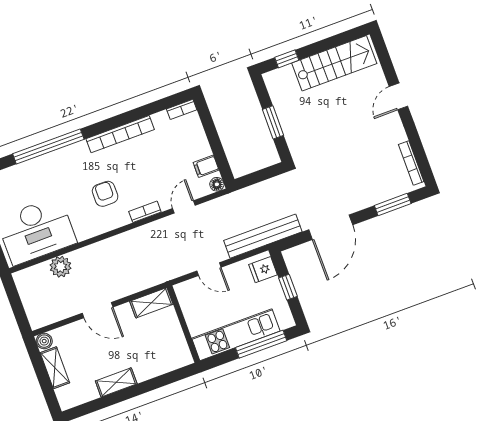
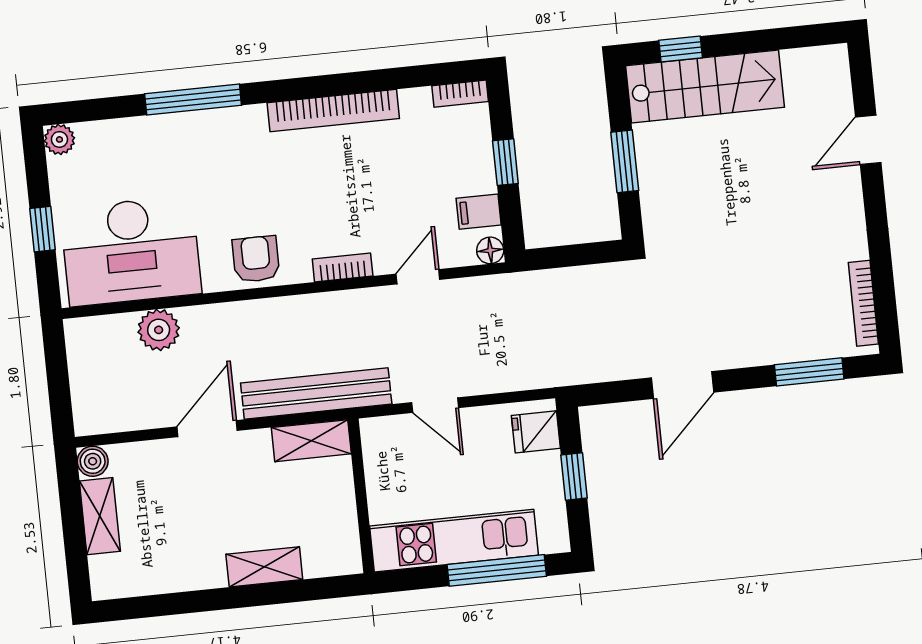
stairs: (334, 63) -> (705, 86), moved
door: (398, 96) -> (868, 140), moved
window: (213, 138) -> (505, 162), added
window: (48, 146) -> (193, 99), width x0.68
armchair: (105, 194) -> (256, 259), moved
door: (331, 227) -> (683, 385), width x0.73
bench: (263, 236) -> (316, 393), moved
door: (98, 310) -> (207, 429), swing flipped
shelving: (116, 382) -> (264, 567), moved

